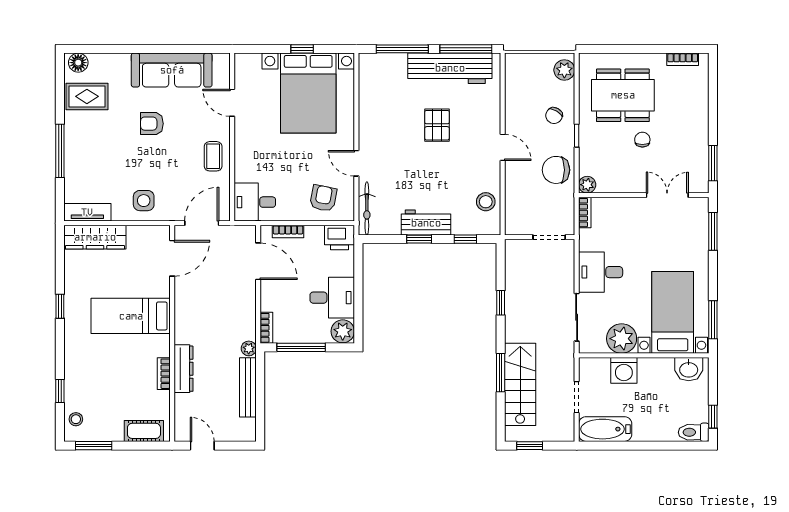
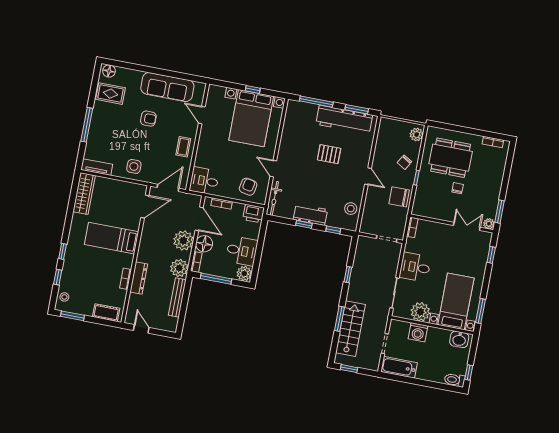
window: (466, 49) -> (357, 109), width x0.69
armchair: (152, 124) -> (148, 119), turned 180
pallet: (437, 125) -> (329, 154), turned 90
plant: (587, 185) -> (489, 224), moved
window: (713, 231) -> (491, 255), width x0.67
wardrobe: (95, 237) -> (84, 194), moved, turned -90
floor lamp: (273, 298) -> (204, 244), added
plant: (241, 299) -> (183, 241), added
window: (60, 306) -> (63, 251), moved
plant: (249, 348) -> (179, 268), width x1.87, depth x1.87

